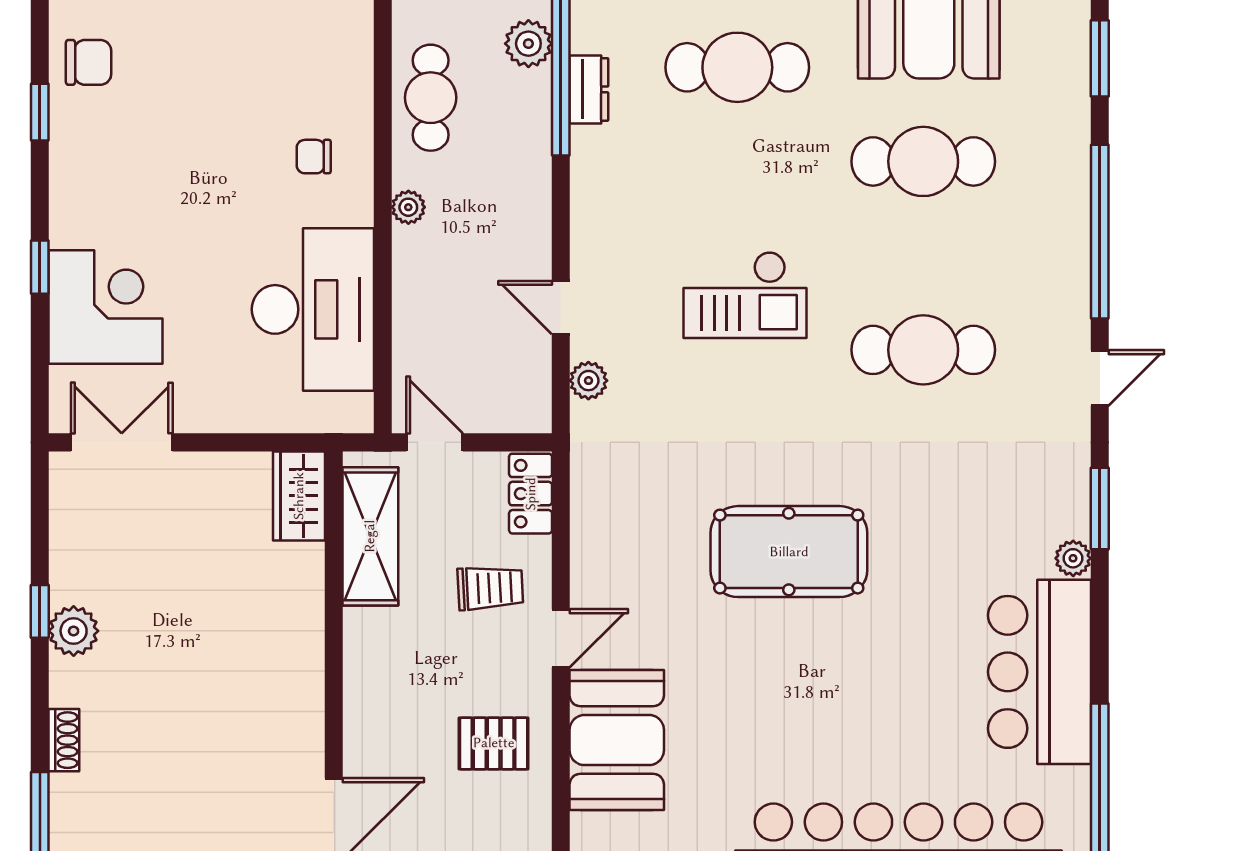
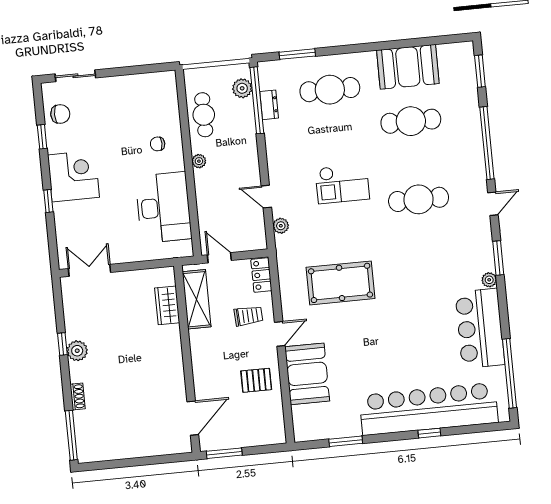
corner desk: (106, 307) -> (73, 176), moved
wardrobe: (299, 496) -> (167, 305), moved
pool table: (789, 552) -> (341, 283), moved

